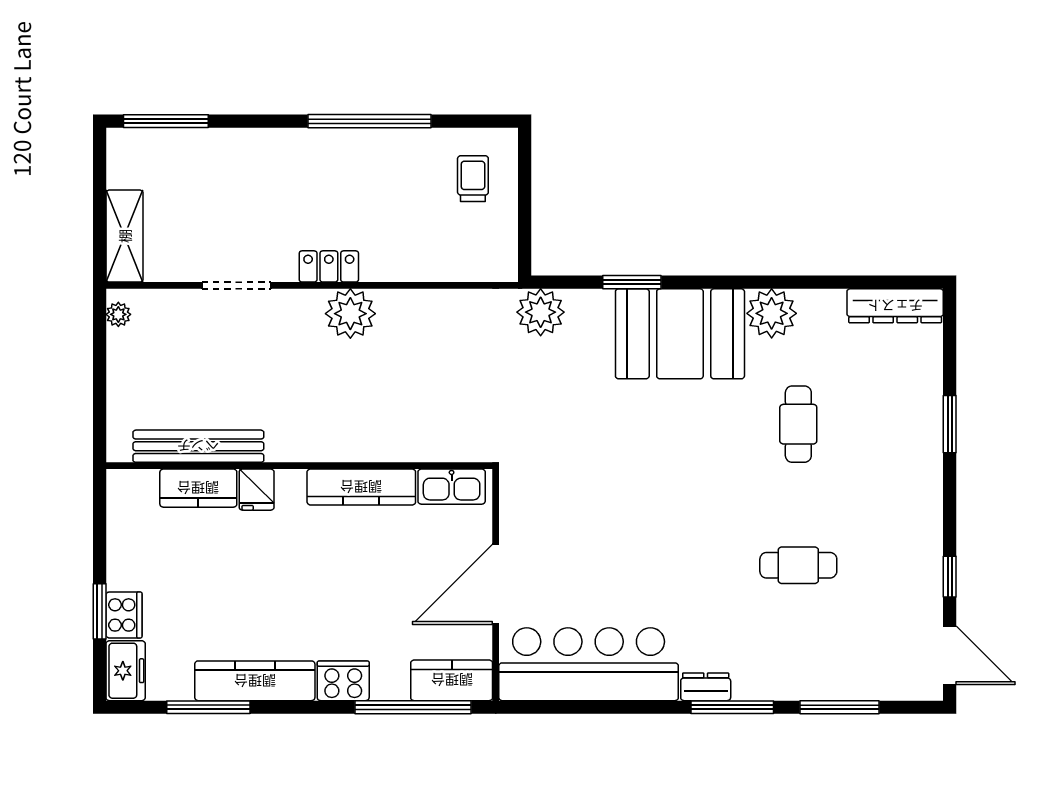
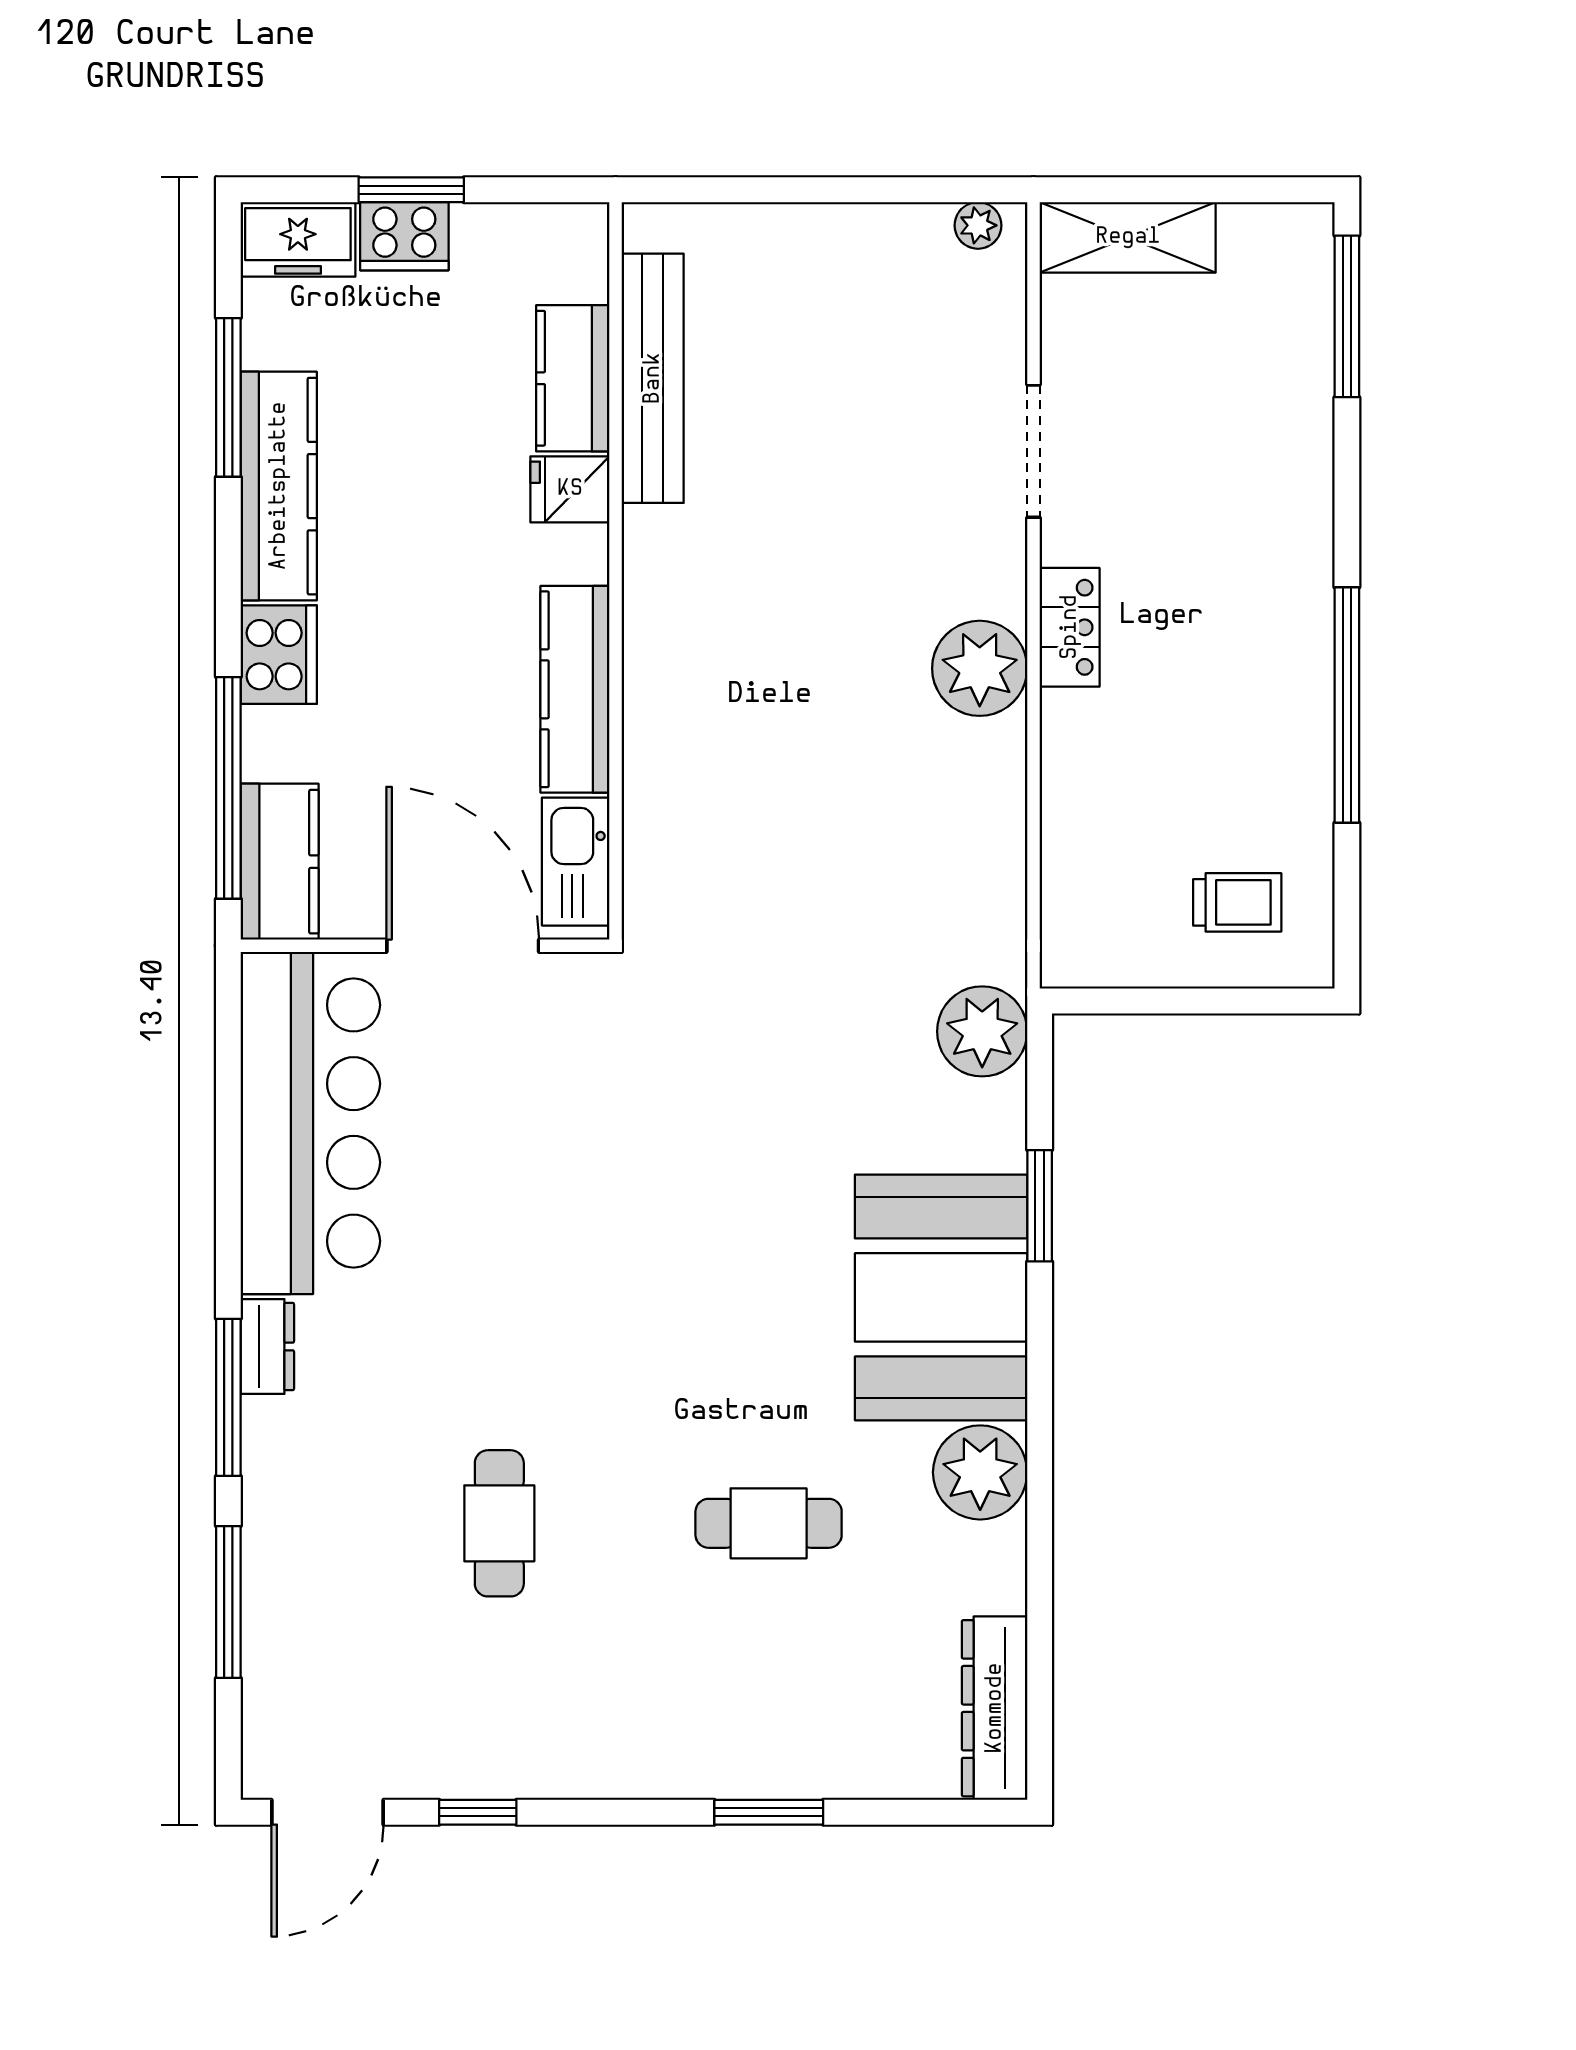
bench: (198, 446) -> (653, 378), moved
wall: (299, 466) -> (616, 571), moved
kitchen counter: (361, 487) -> (575, 689), moved
kitchen sink: (452, 487) -> (576, 862), moved
kitchen counter: (198, 488) -> (573, 378), moved
fridge: (257, 490) -> (570, 489), moved

